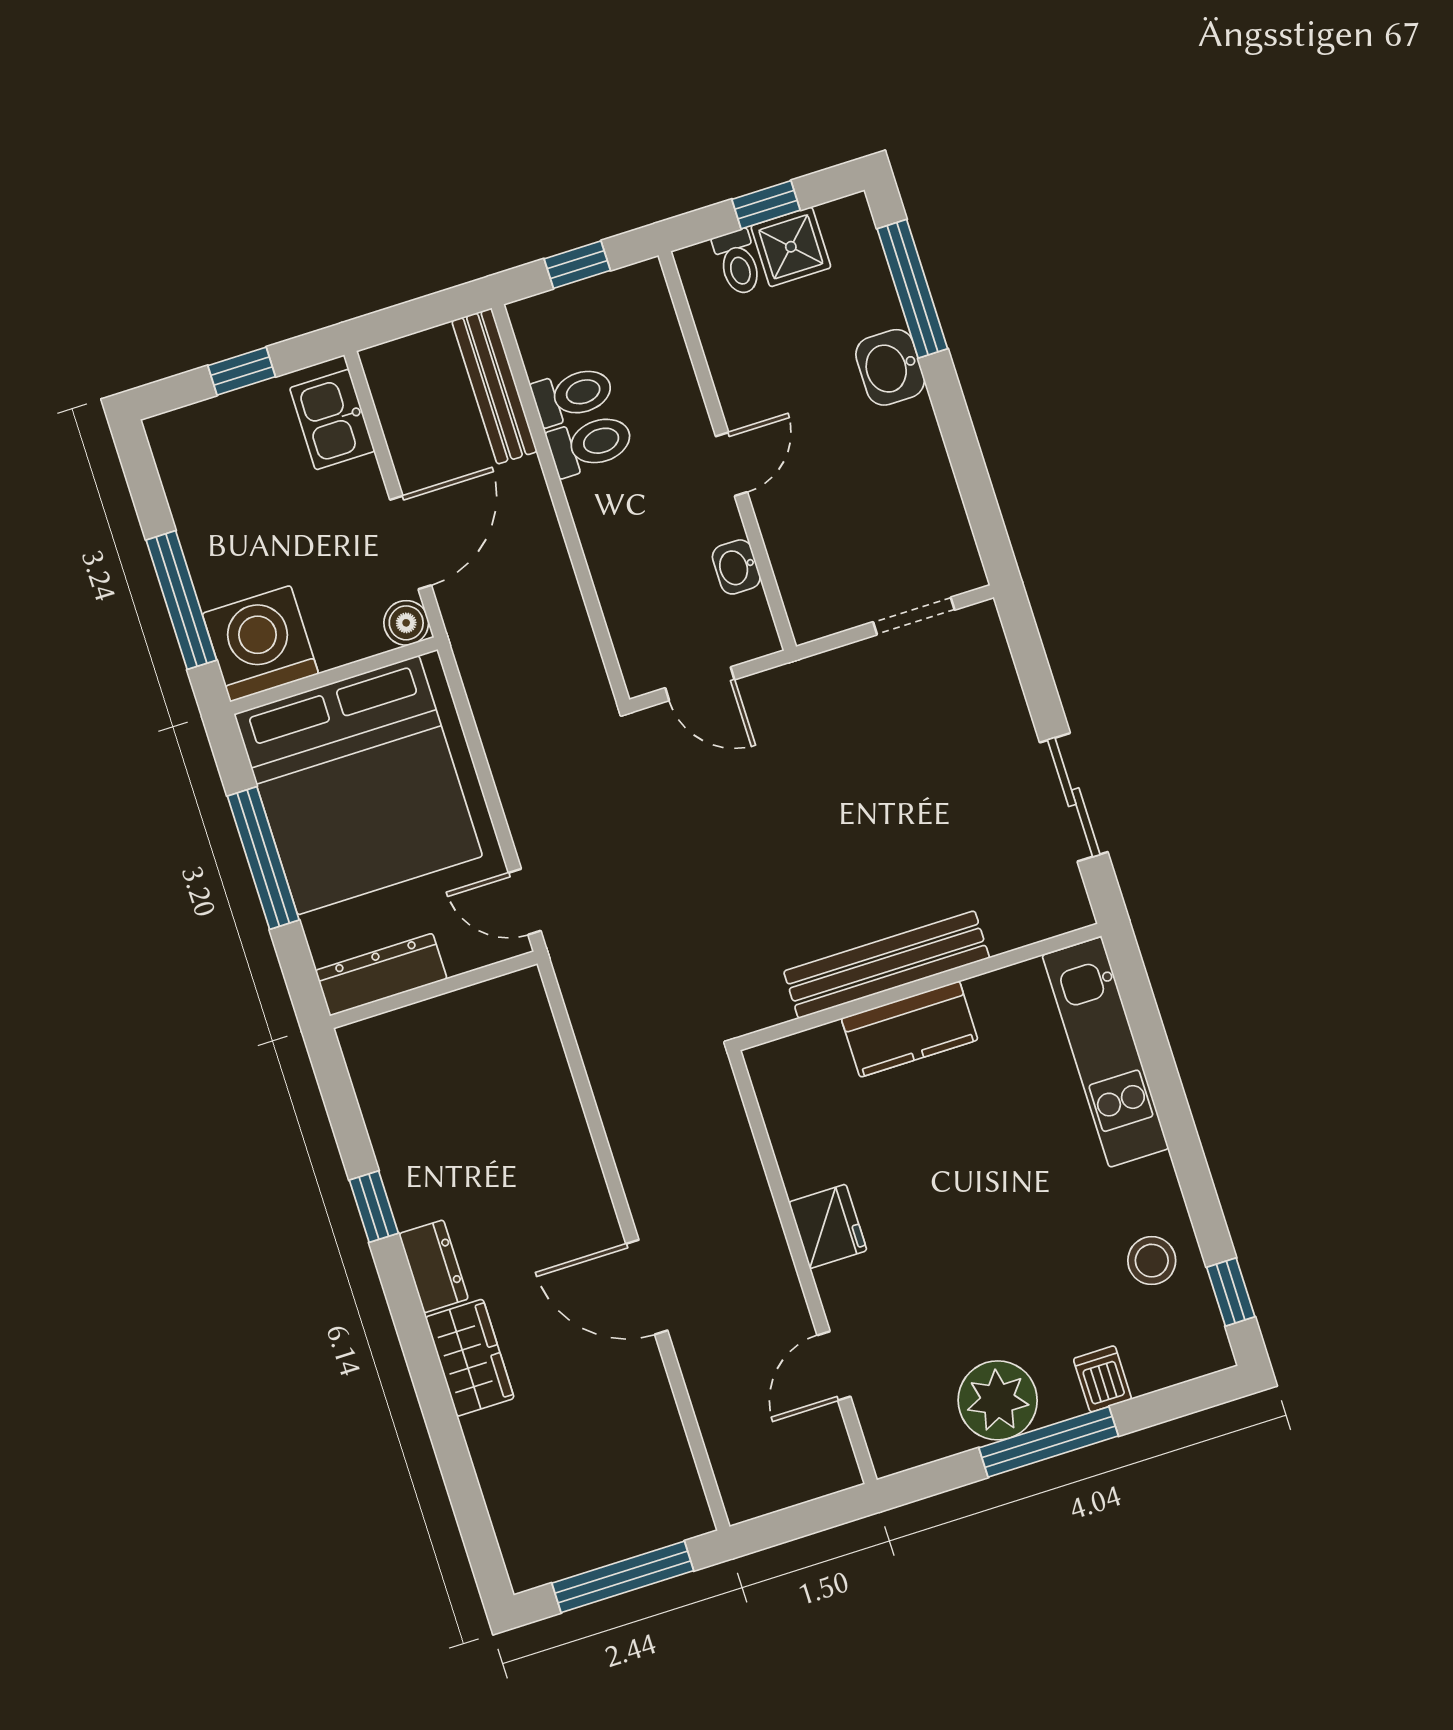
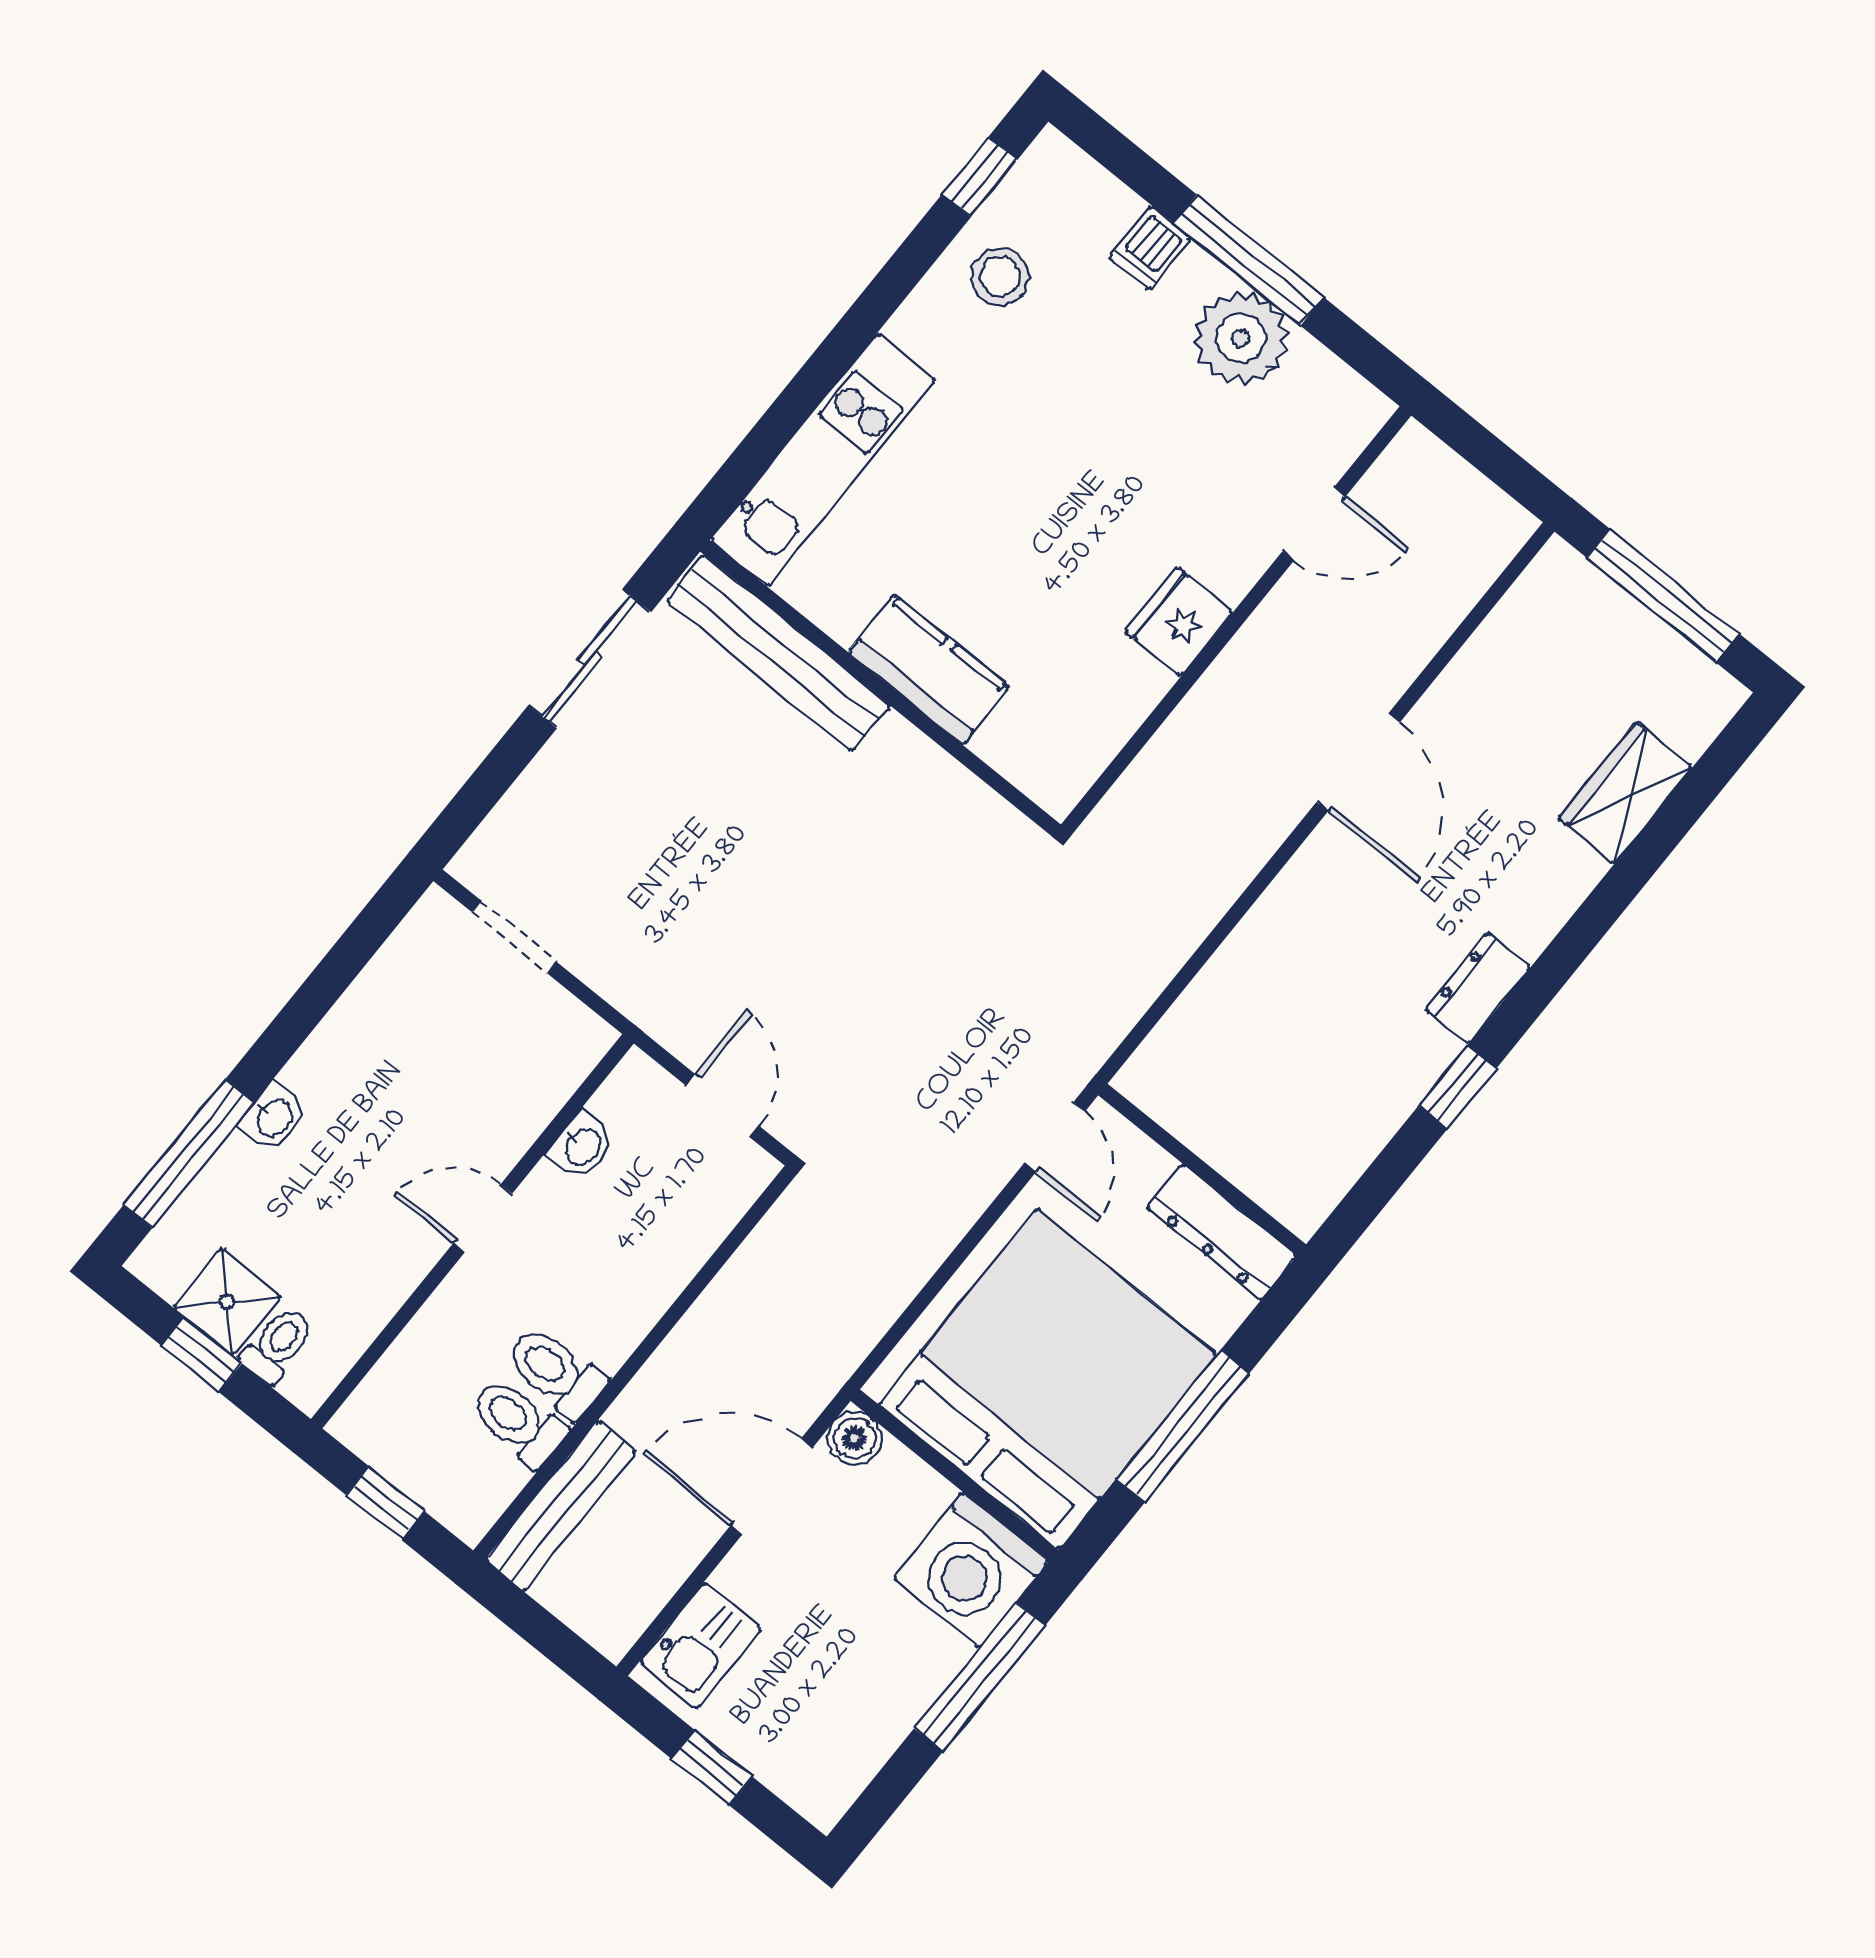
washbasin: (890, 367) -> (274, 1117), width x0.72, depth x0.69
bench: (887, 965) -> (778, 653), moved
wardrobe: (470, 1358) -> (1626, 793), moved

